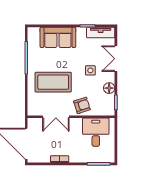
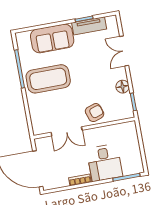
tv unit: (101, 32) -> (89, 26), moved
side table: (90, 70) -> (97, 70), removed
coffee table: (53, 82) -> (48, 79), moved
desk: (96, 132) -> (105, 163), moved, turned 180

